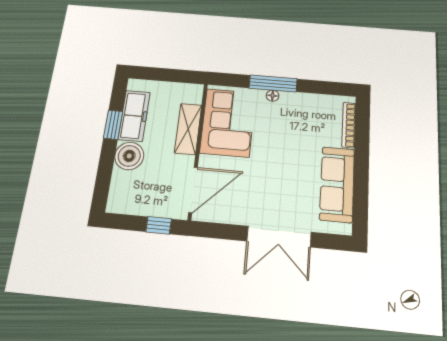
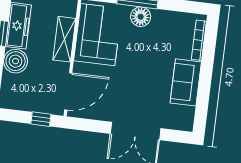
floor lamp: (273, 96) -> (141, 17), width x1.89, depth x1.89
sofa: (337, 184) -> (186, 82), width x0.73

